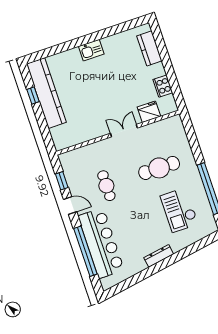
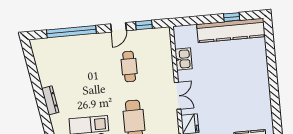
kitchen sink: (91, 50) -> (184, 59), moved, turned 180
cafe table: (106, 186) -> (129, 67), turned 90
bar counter: (101, 243) -> (76, 48), removed

